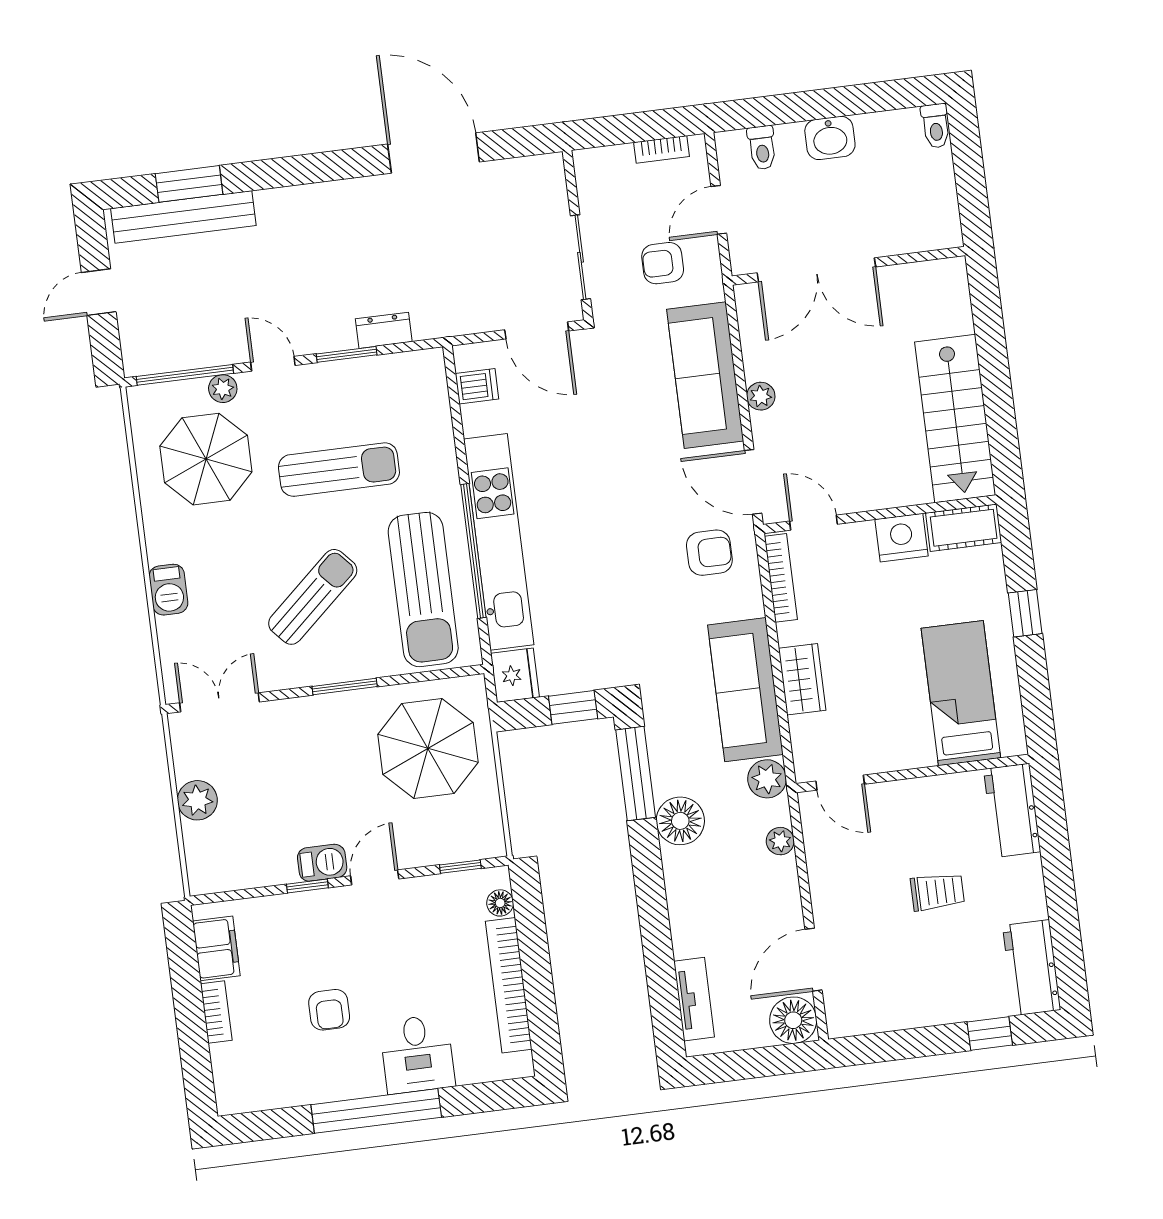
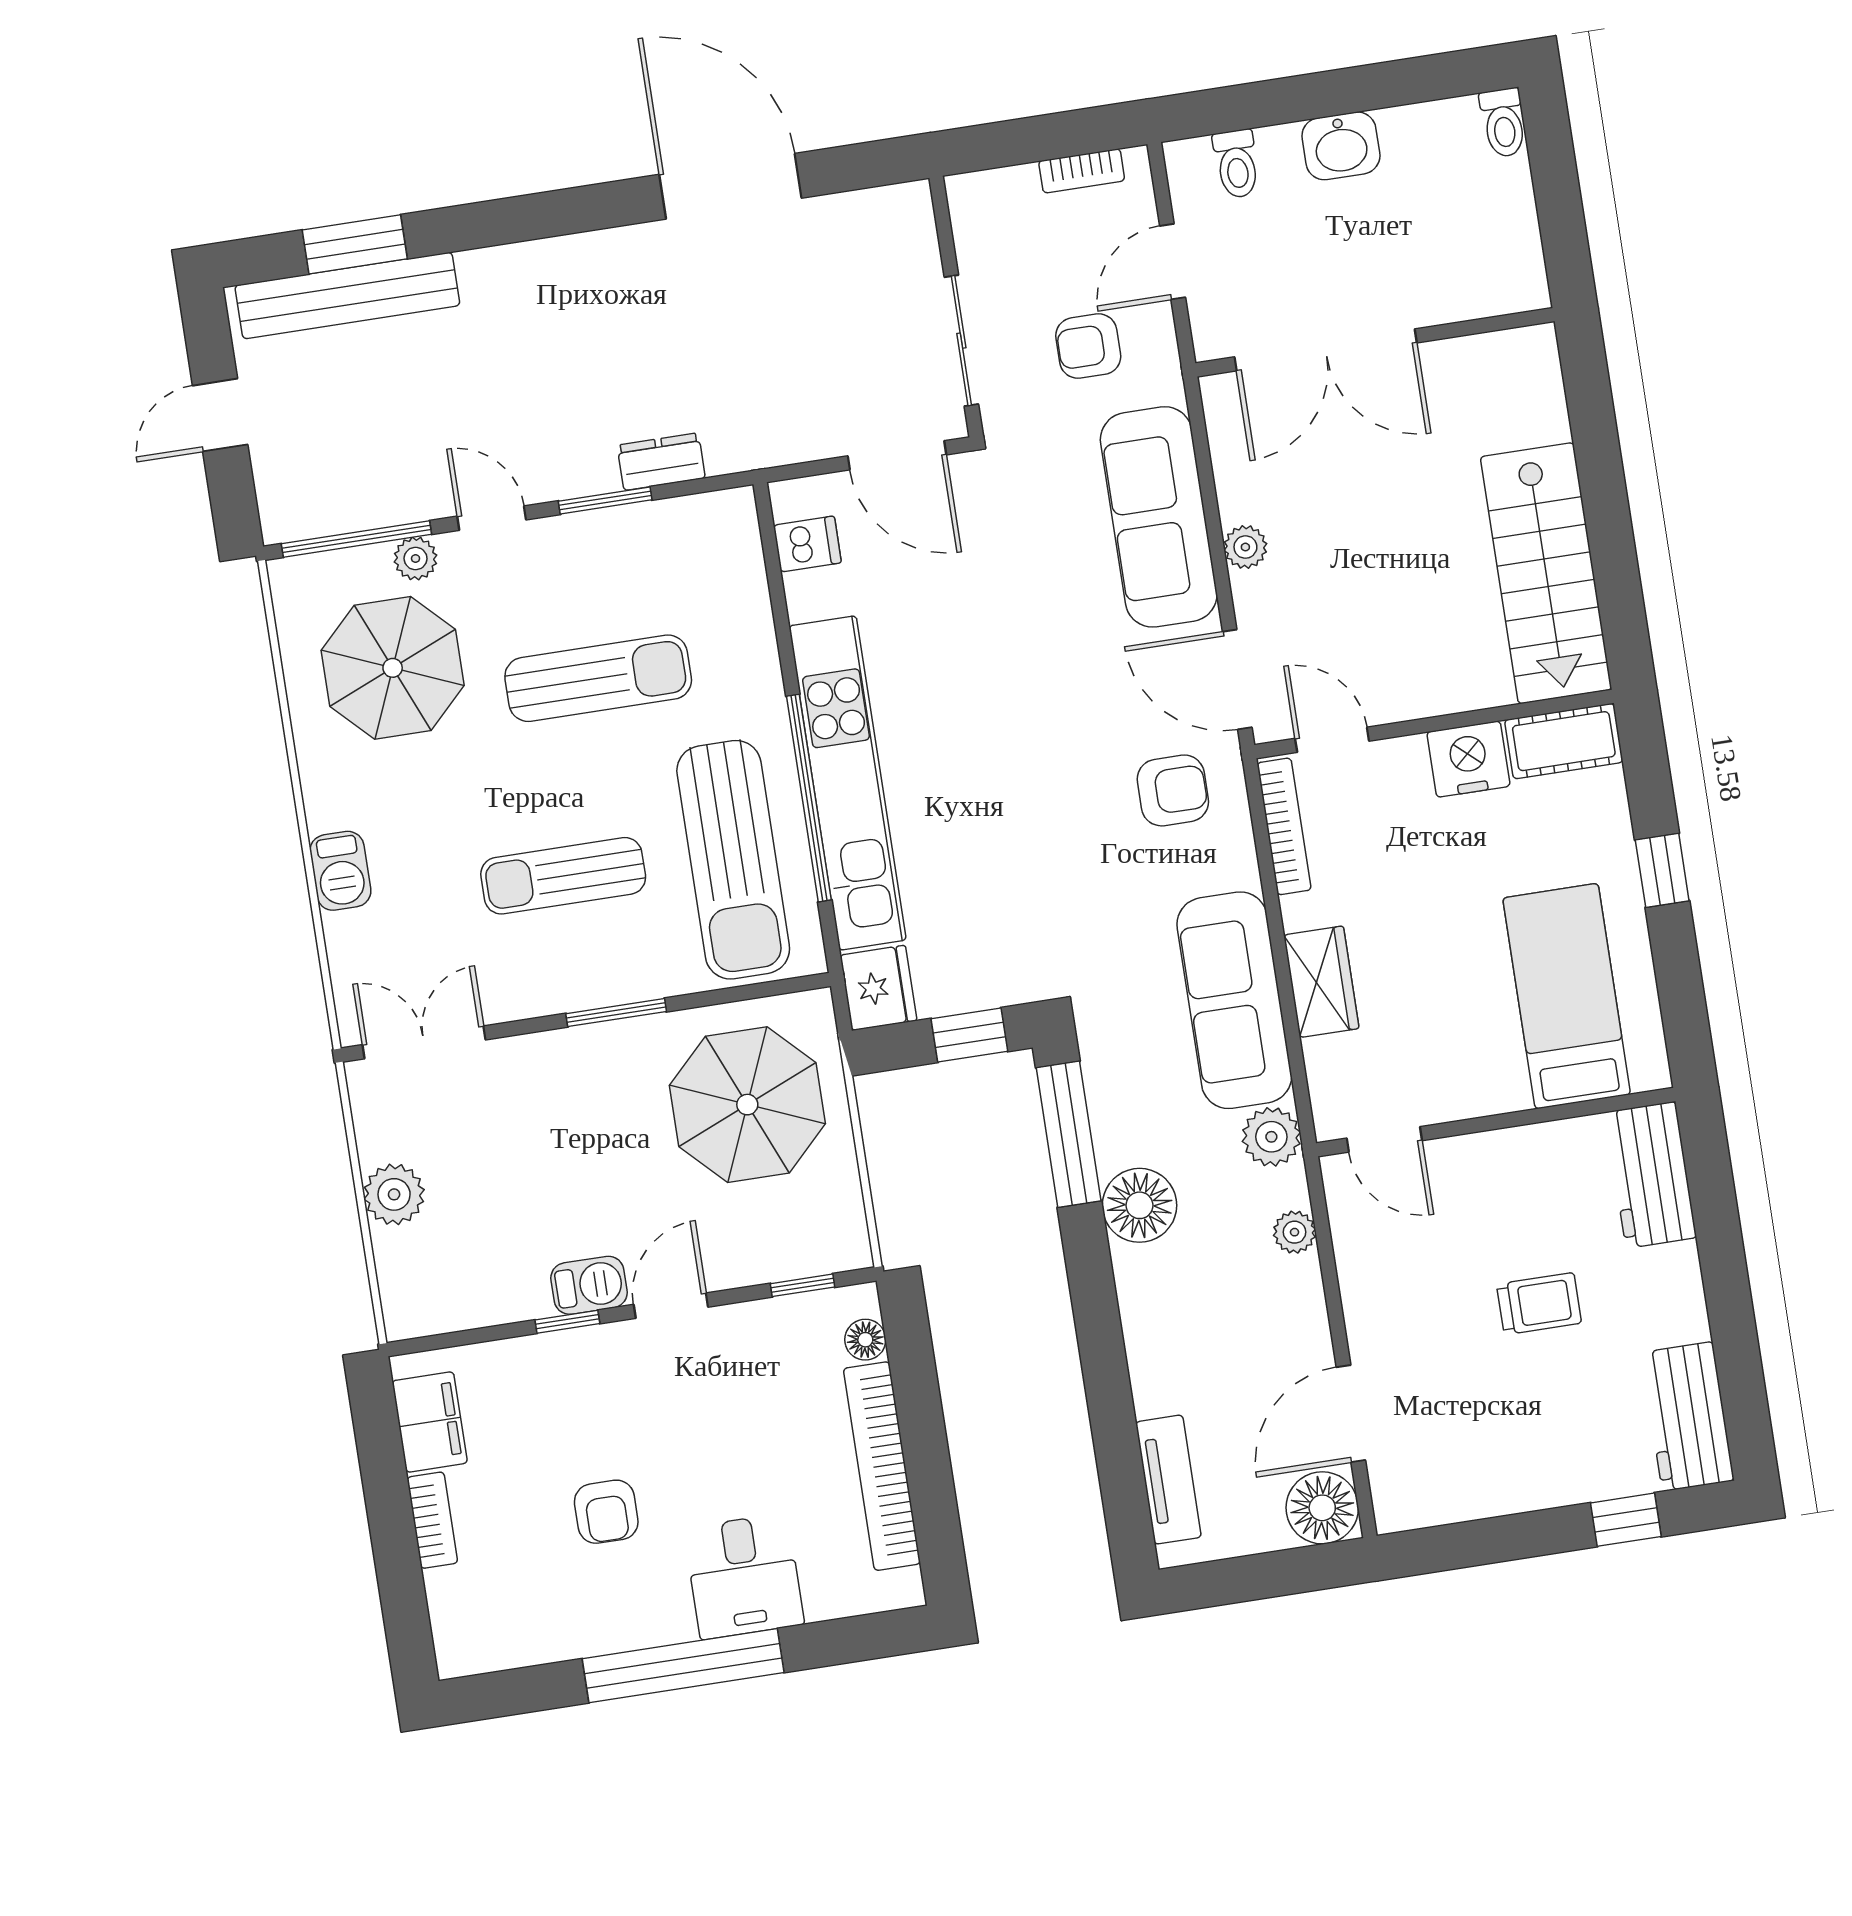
sun lounger: (313, 597) -> (563, 876), turned -138

